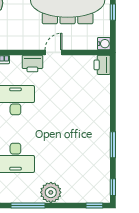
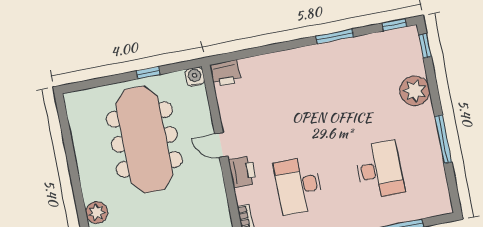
plant: (51, 192) -> (415, 91), moved

